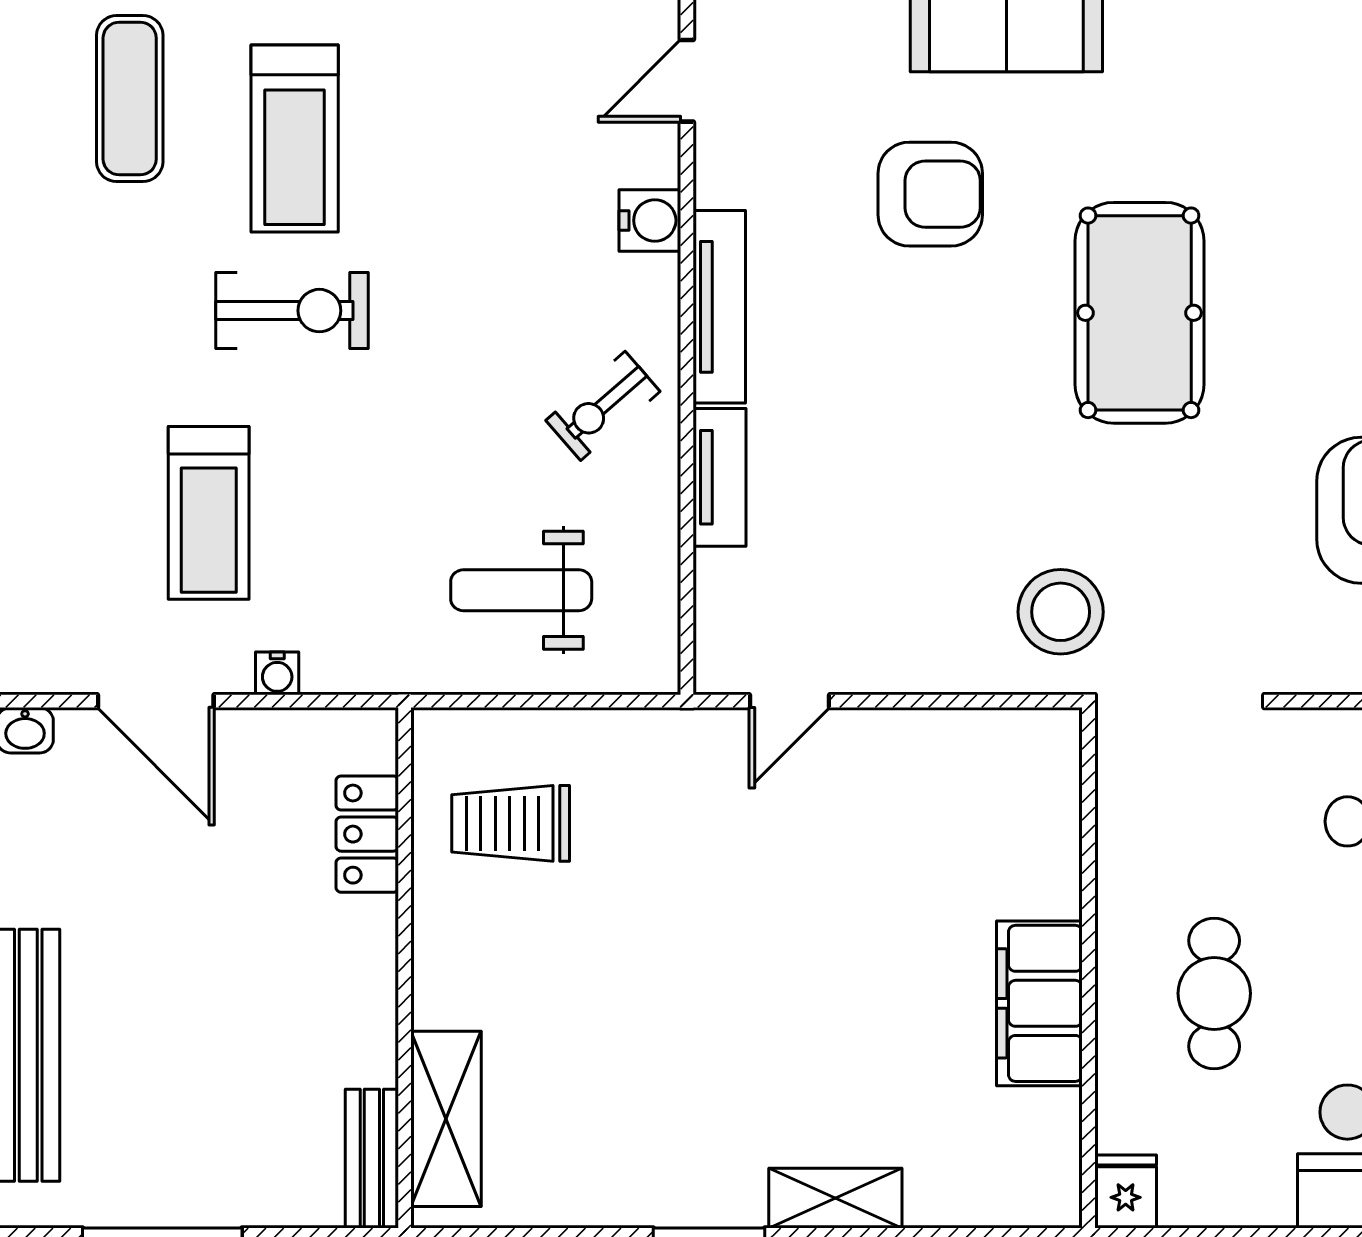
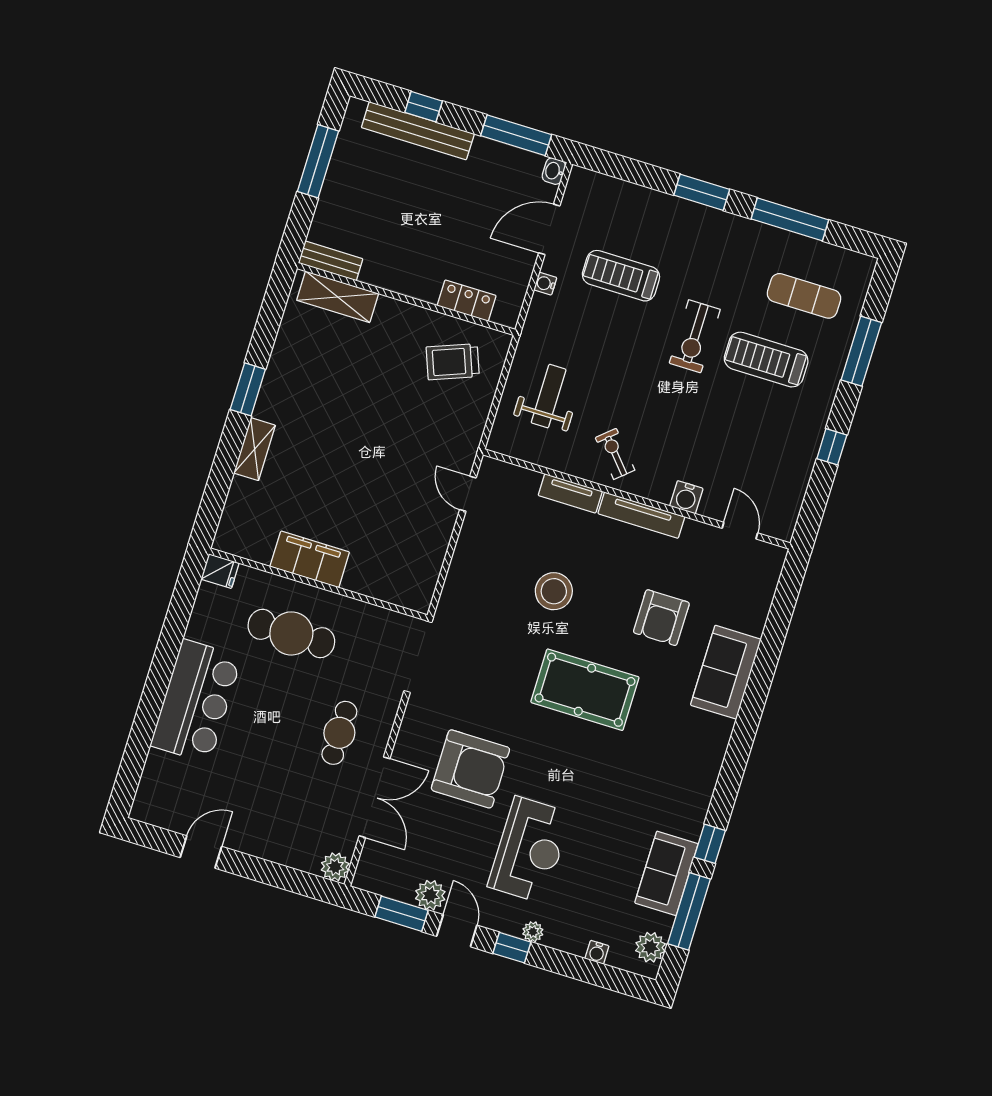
stool: (1061, 612) -> (554, 591), moved
trolley: (511, 823) -> (453, 362), turned -111
cafe table: (1214, 993) -> (291, 633), width x1.37, depth x1.35

